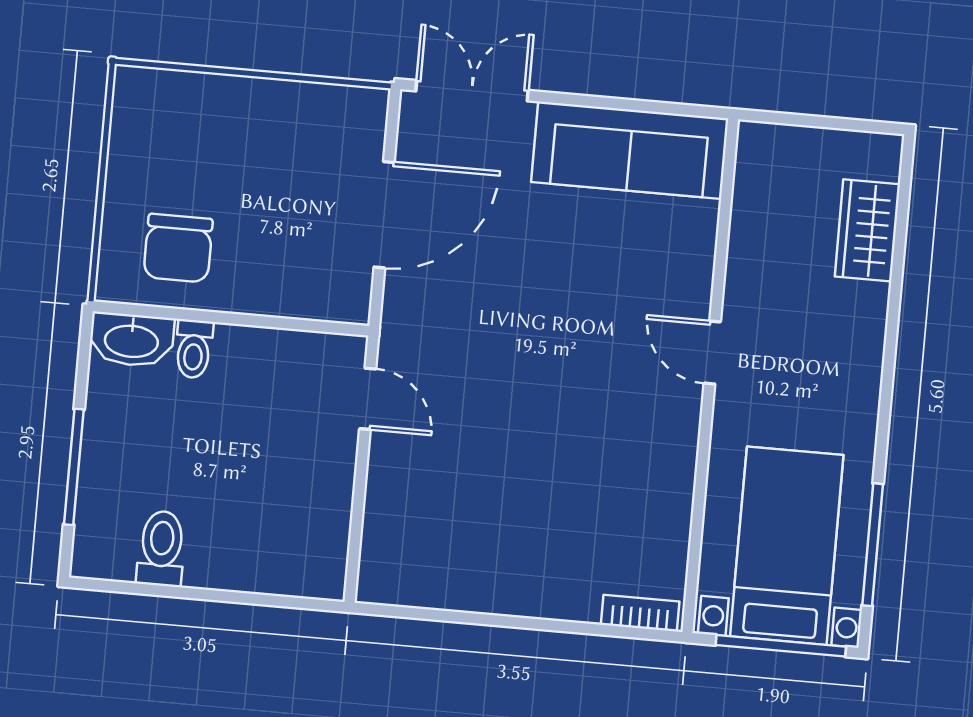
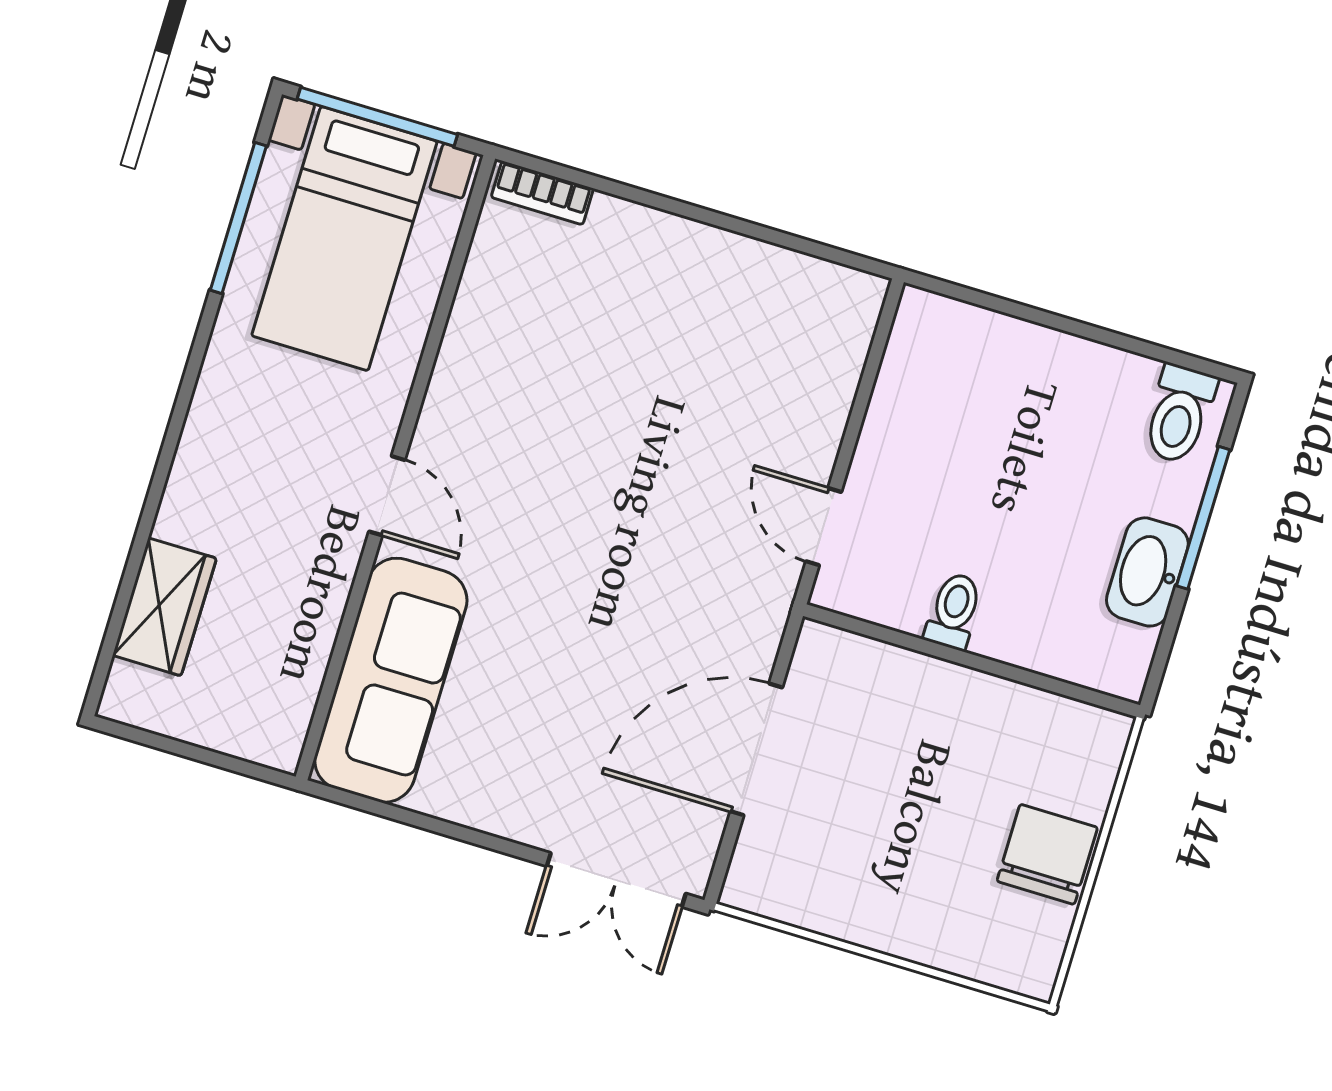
sofa: (630, 150) -> (391, 680), moved, turned 90
chair: (178, 248) -> (1047, 854), moved
washbasin: (131, 340) -> (1147, 572), moved, turned -90
toilet: (194, 349) -> (954, 611), moved
toilet: (161, 548) -> (1179, 414), moved

